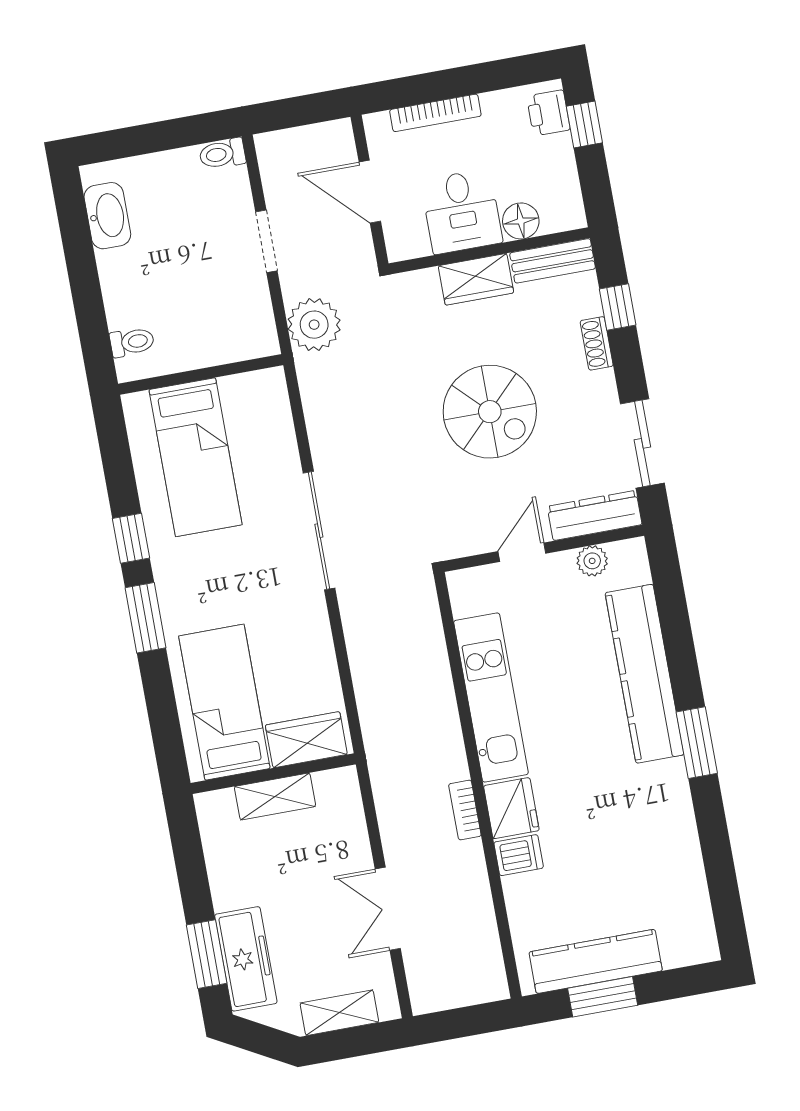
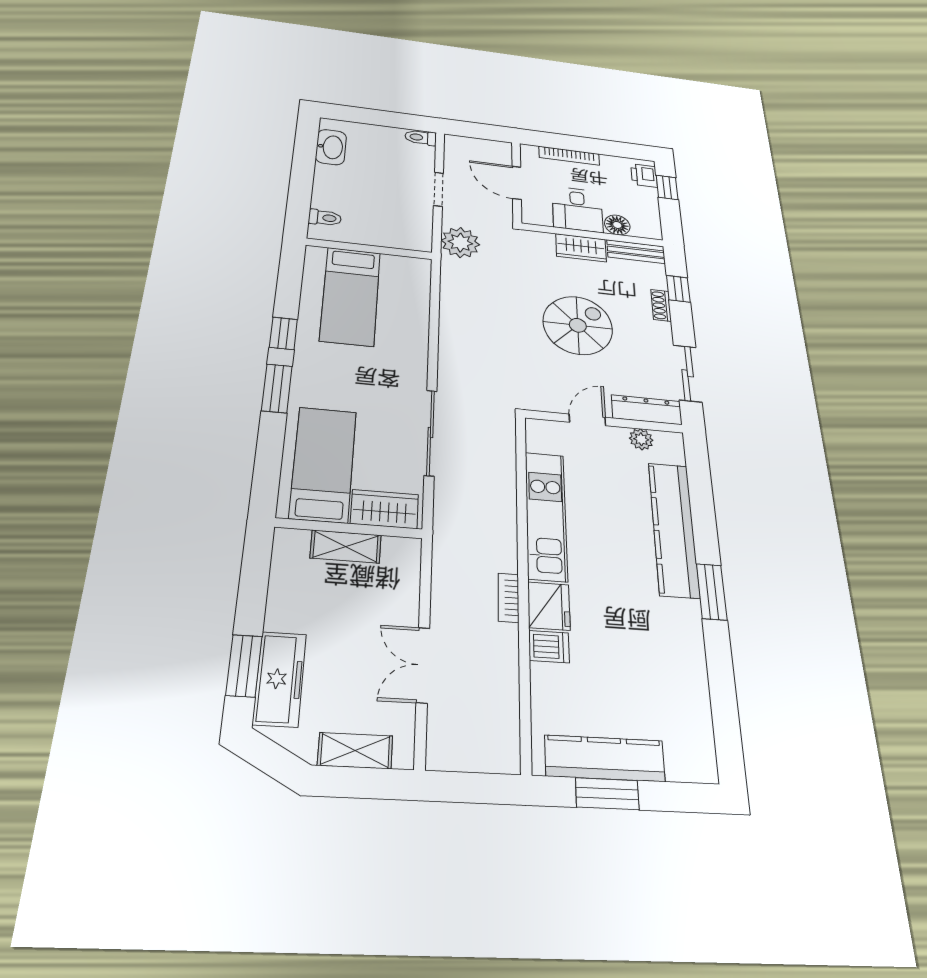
spiral stairs: (490, 412) -> (578, 325), turned -90
sliding door: (319, 531) -> (430, 433), moved

